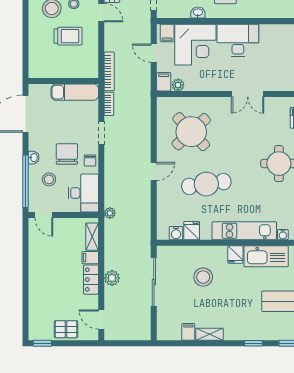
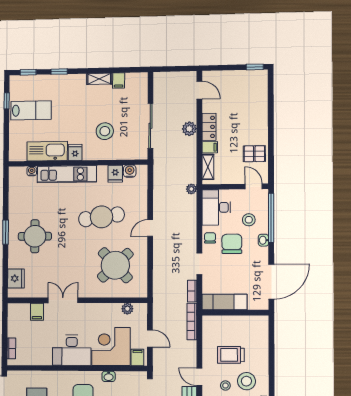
filing cabinet: (164, 82) -> (37, 312), moved
chair: (67, 154) -> (232, 244), turned 180
pallet: (66, 329) -> (254, 154), moved

